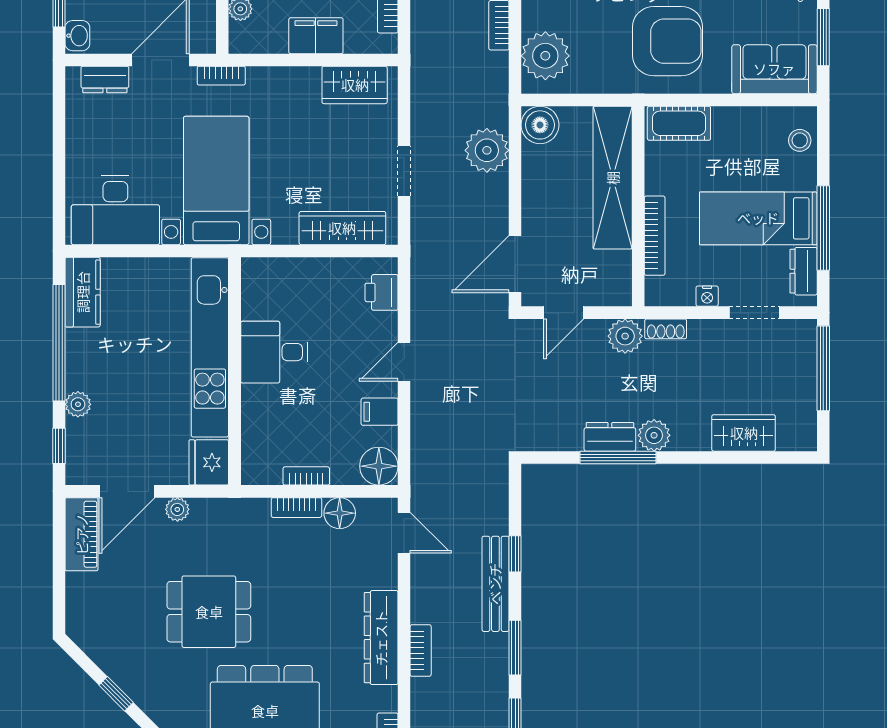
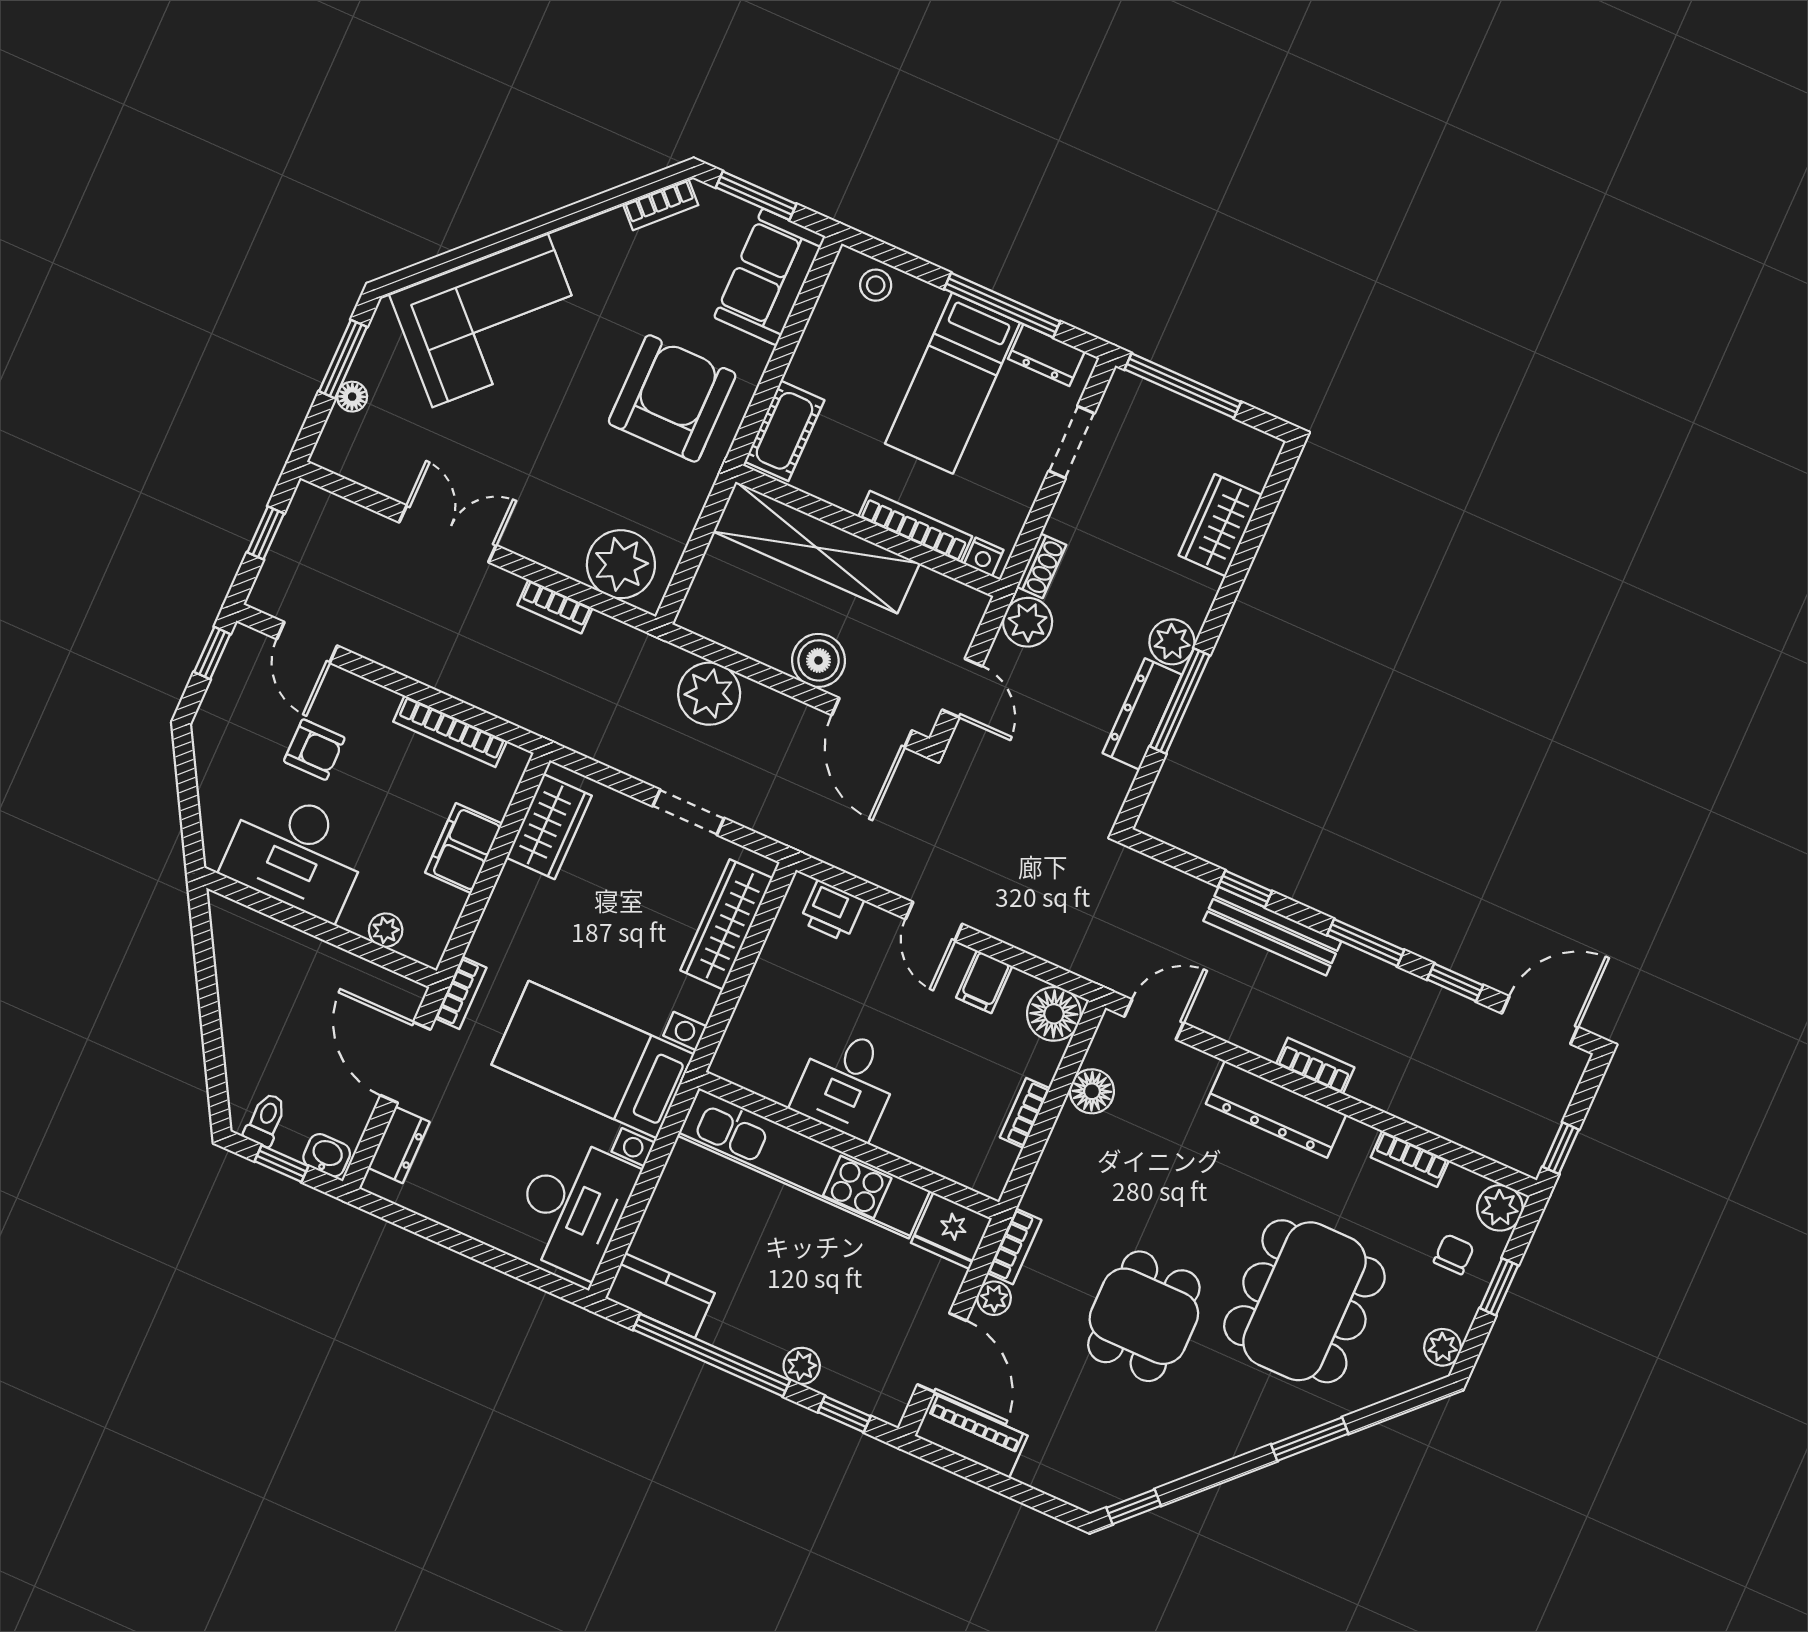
boiler: (540, 125) -> (818, 660), moved
nightstand: (707, 296) -> (984, 557), moved, turned 90
dresser: (610, 437) -> (1142, 714), width x1.44
bookcase: (296, 508) -> (1014, 1246), moved
window: (116, 694) -> (1134, 1507), moved

